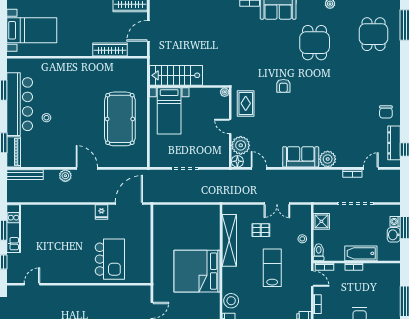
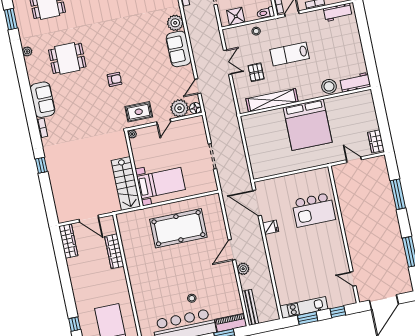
kitchen island: (110, 259) -> (314, 210), turned 180

